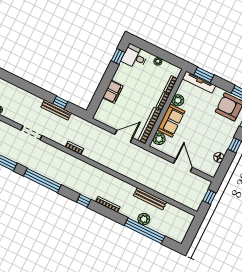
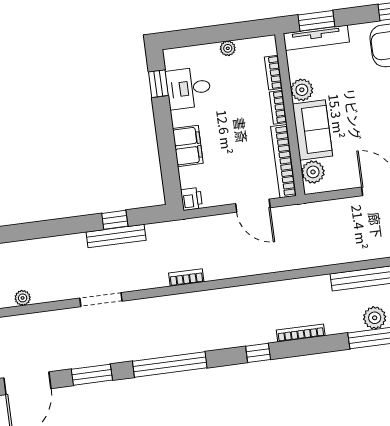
desk: (135, 57) -> (189, 88), moved
printer: (99, 116) -> (192, 199), added
door: (124, 136) -> (253, 206), swing flipped

